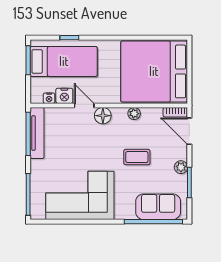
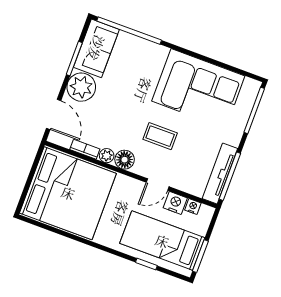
door: (84, 105) -> (158, 185), hinge flipped
bookcase: (175, 112) -> (85, 149), moved
floor lamp: (103, 116) -> (125, 160), moved
coffee table: (137, 157) -> (160, 136), moved
plant: (181, 167) -> (81, 87), width x1.87, depth x1.87
sofa: (158, 207) -> (96, 48), moved, turned -90

